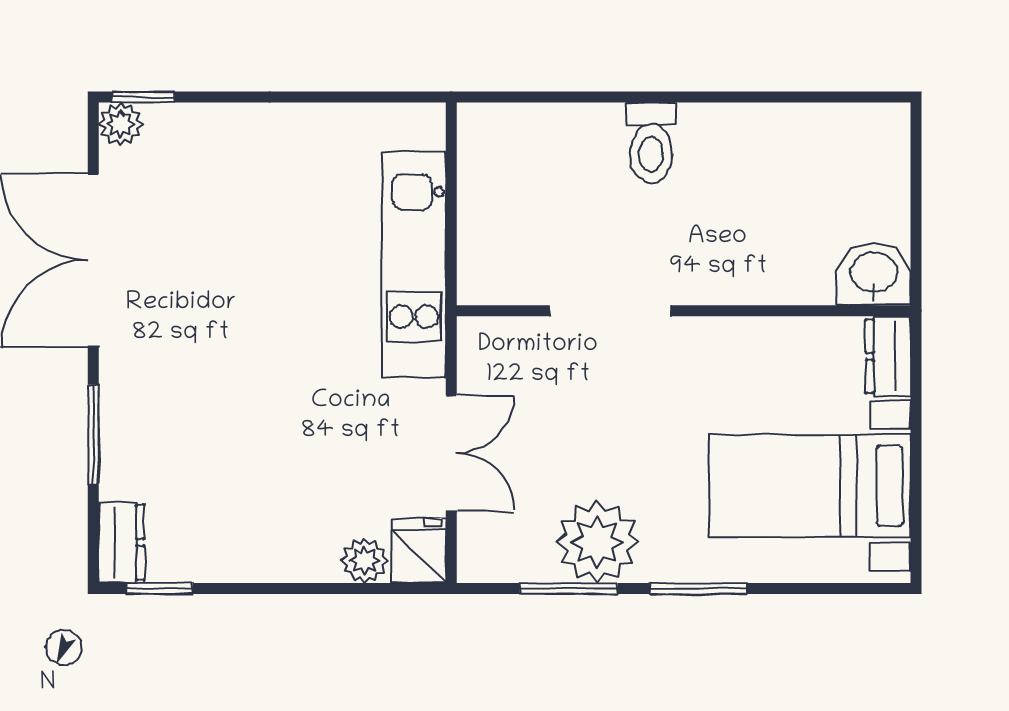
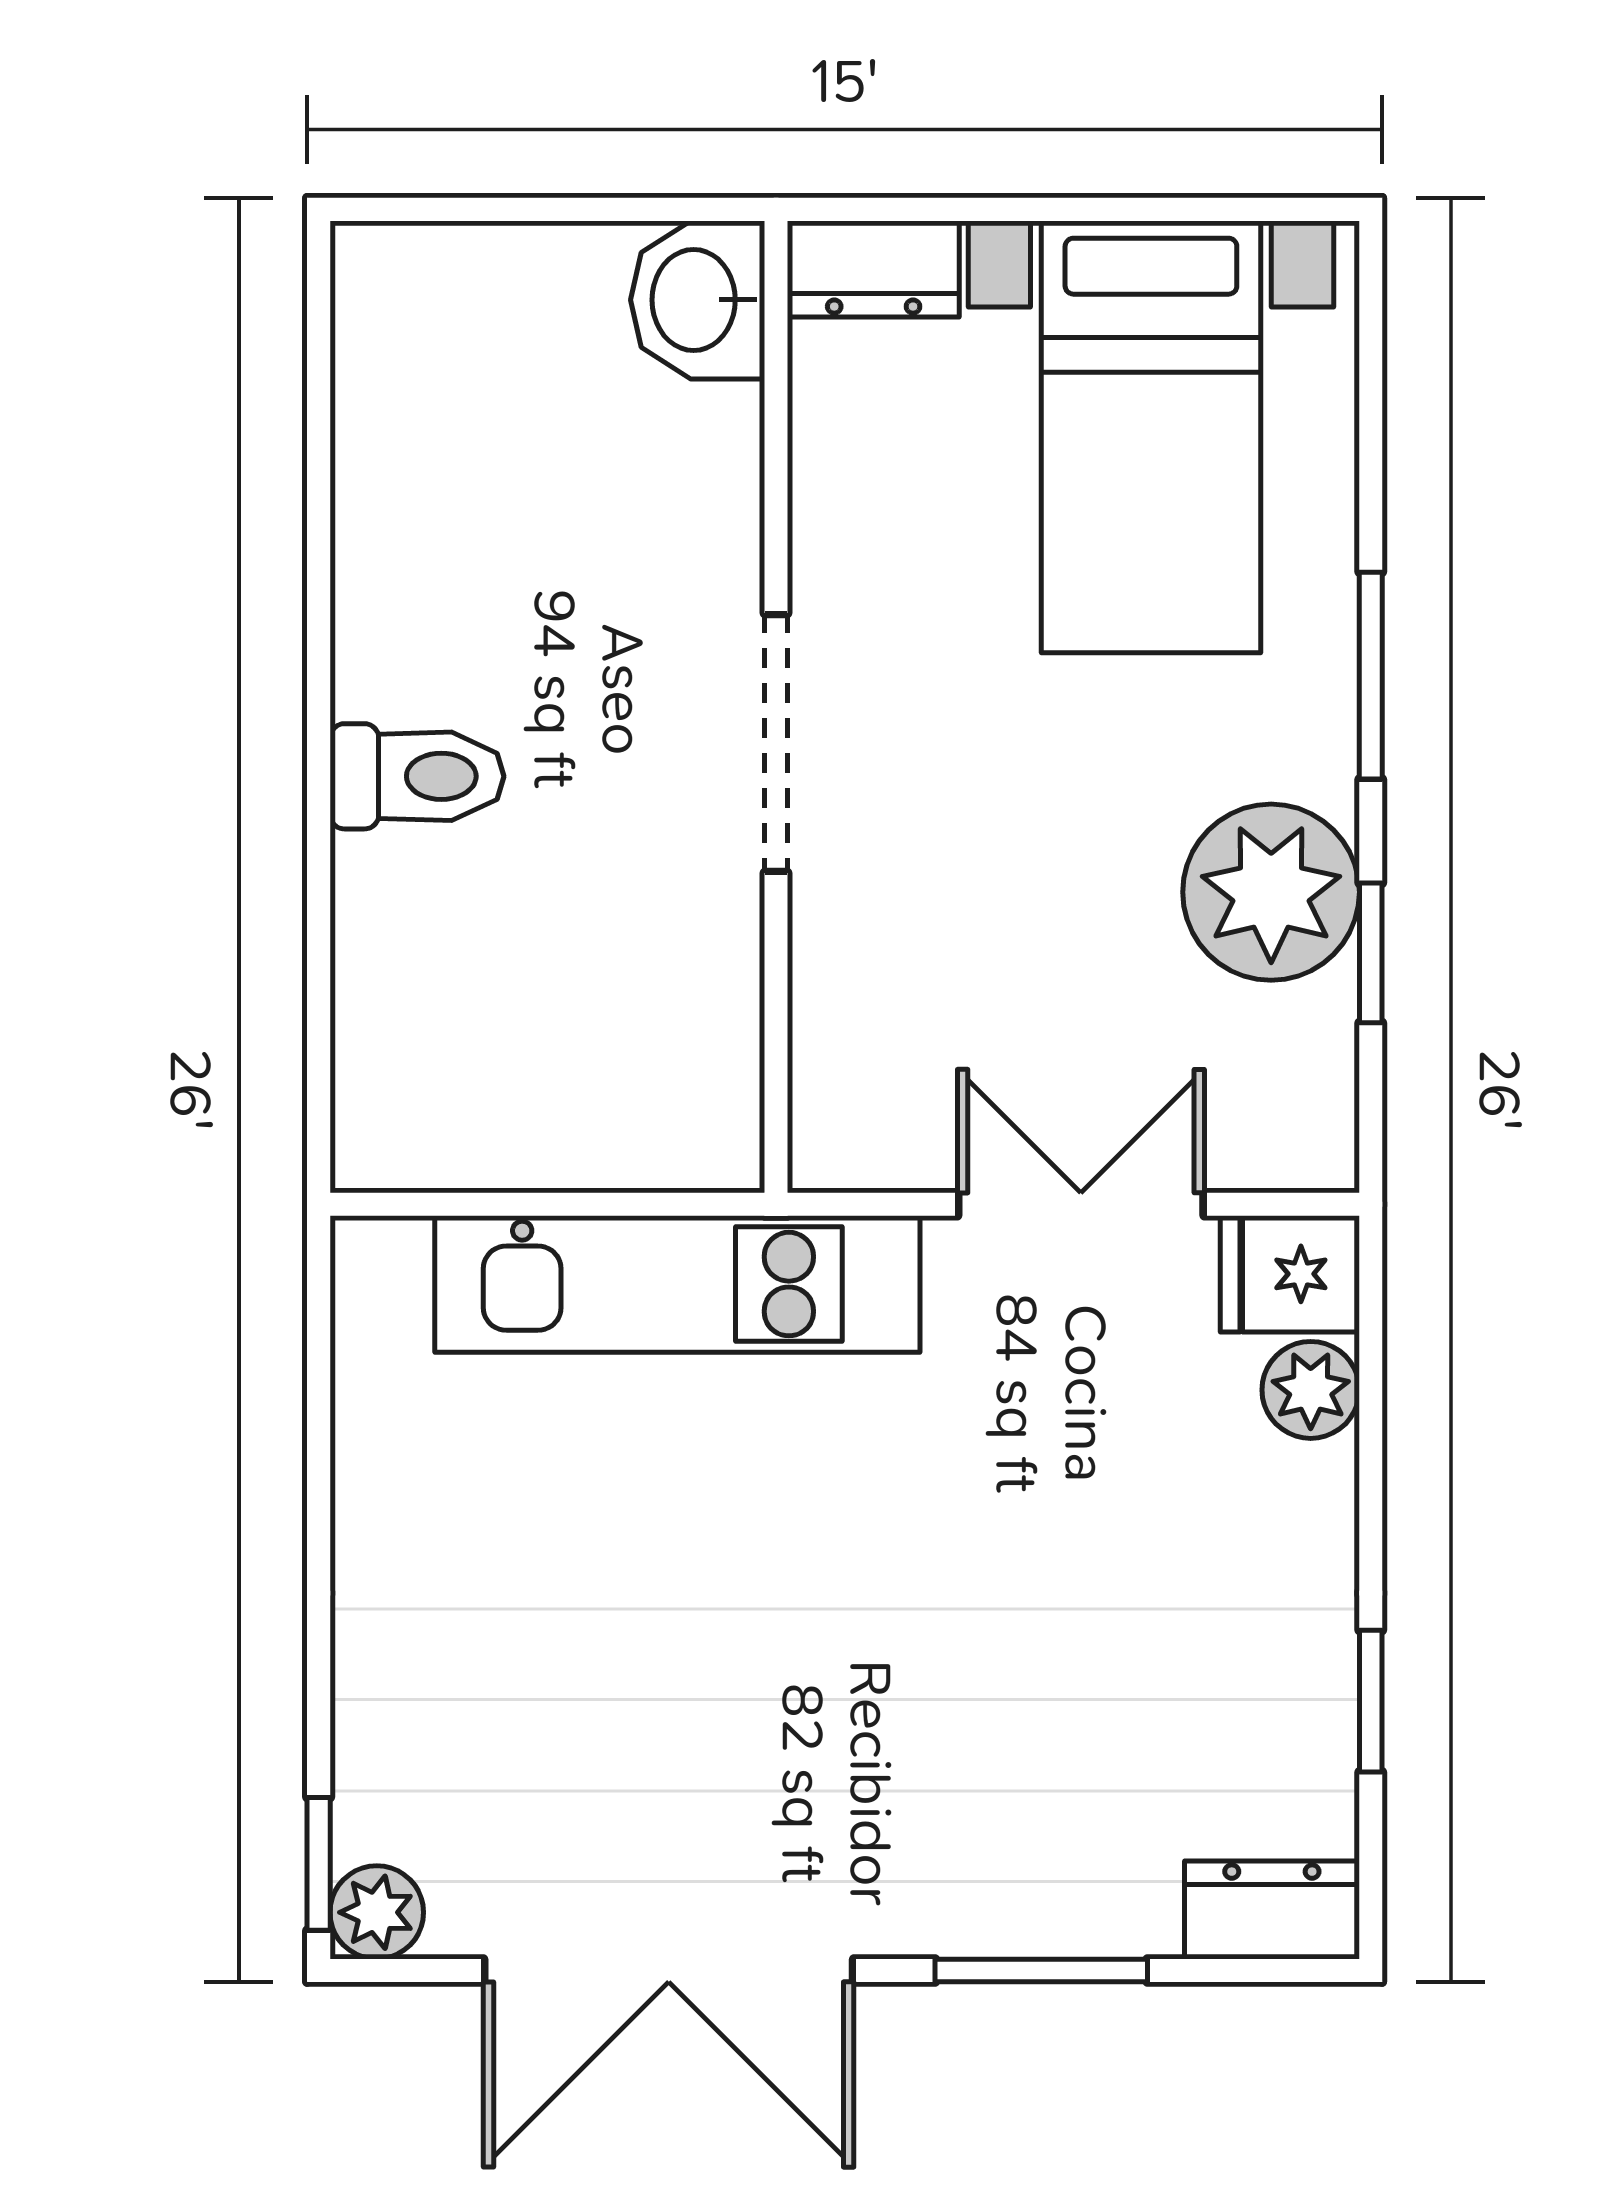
doorway: (610, 311) -> (776, 743), moved
window: (159, 588) -> (1371, 1701), moved
window: (569, 588) -> (1371, 953), width x0.67

